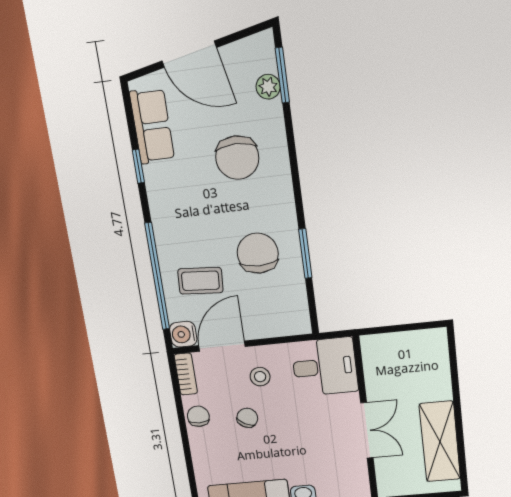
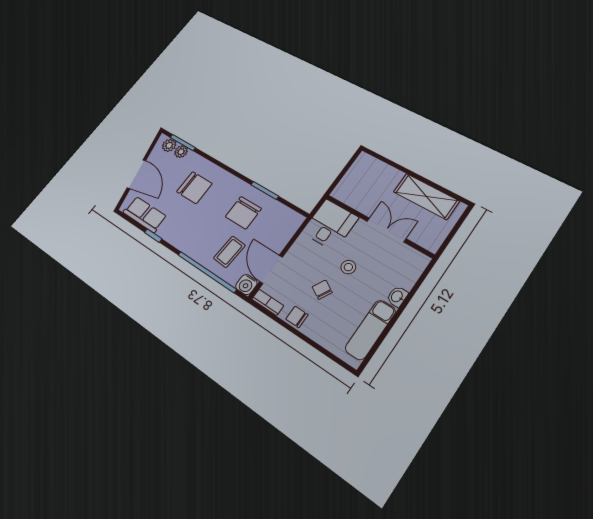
door: (189, 54) -> (136, 174), hinge flipped
plant: (263, 59) -> (169, 145), added
chair: (258, 253) -> (243, 213), turned -90
stool: (260, 377) -> (348, 267), moved

